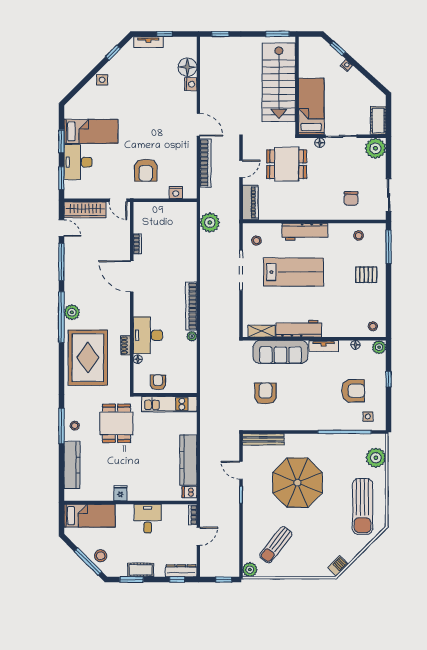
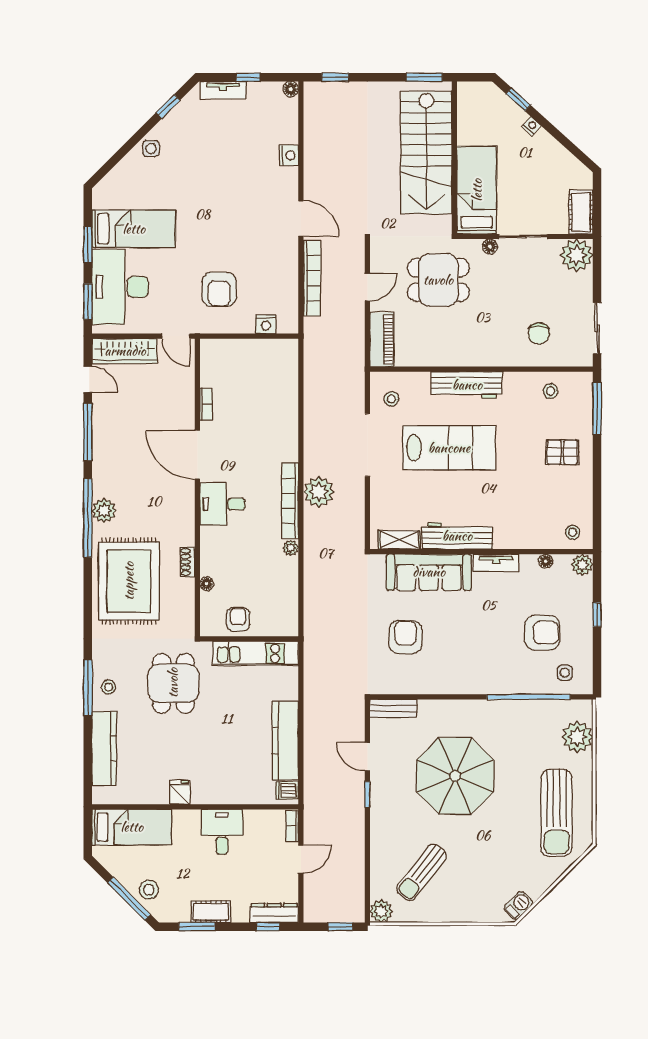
floor lamp: (187, 67) -> (291, 89), moved, width x0.53, depth x0.53
desk: (78, 162) -> (120, 287), width x1.36, depth x1.30
plant: (210, 222) -> (319, 492), moved
desk: (148, 335) -> (222, 504), moved, width x0.73
bench: (263, 439) -> (393, 708), width x0.73

